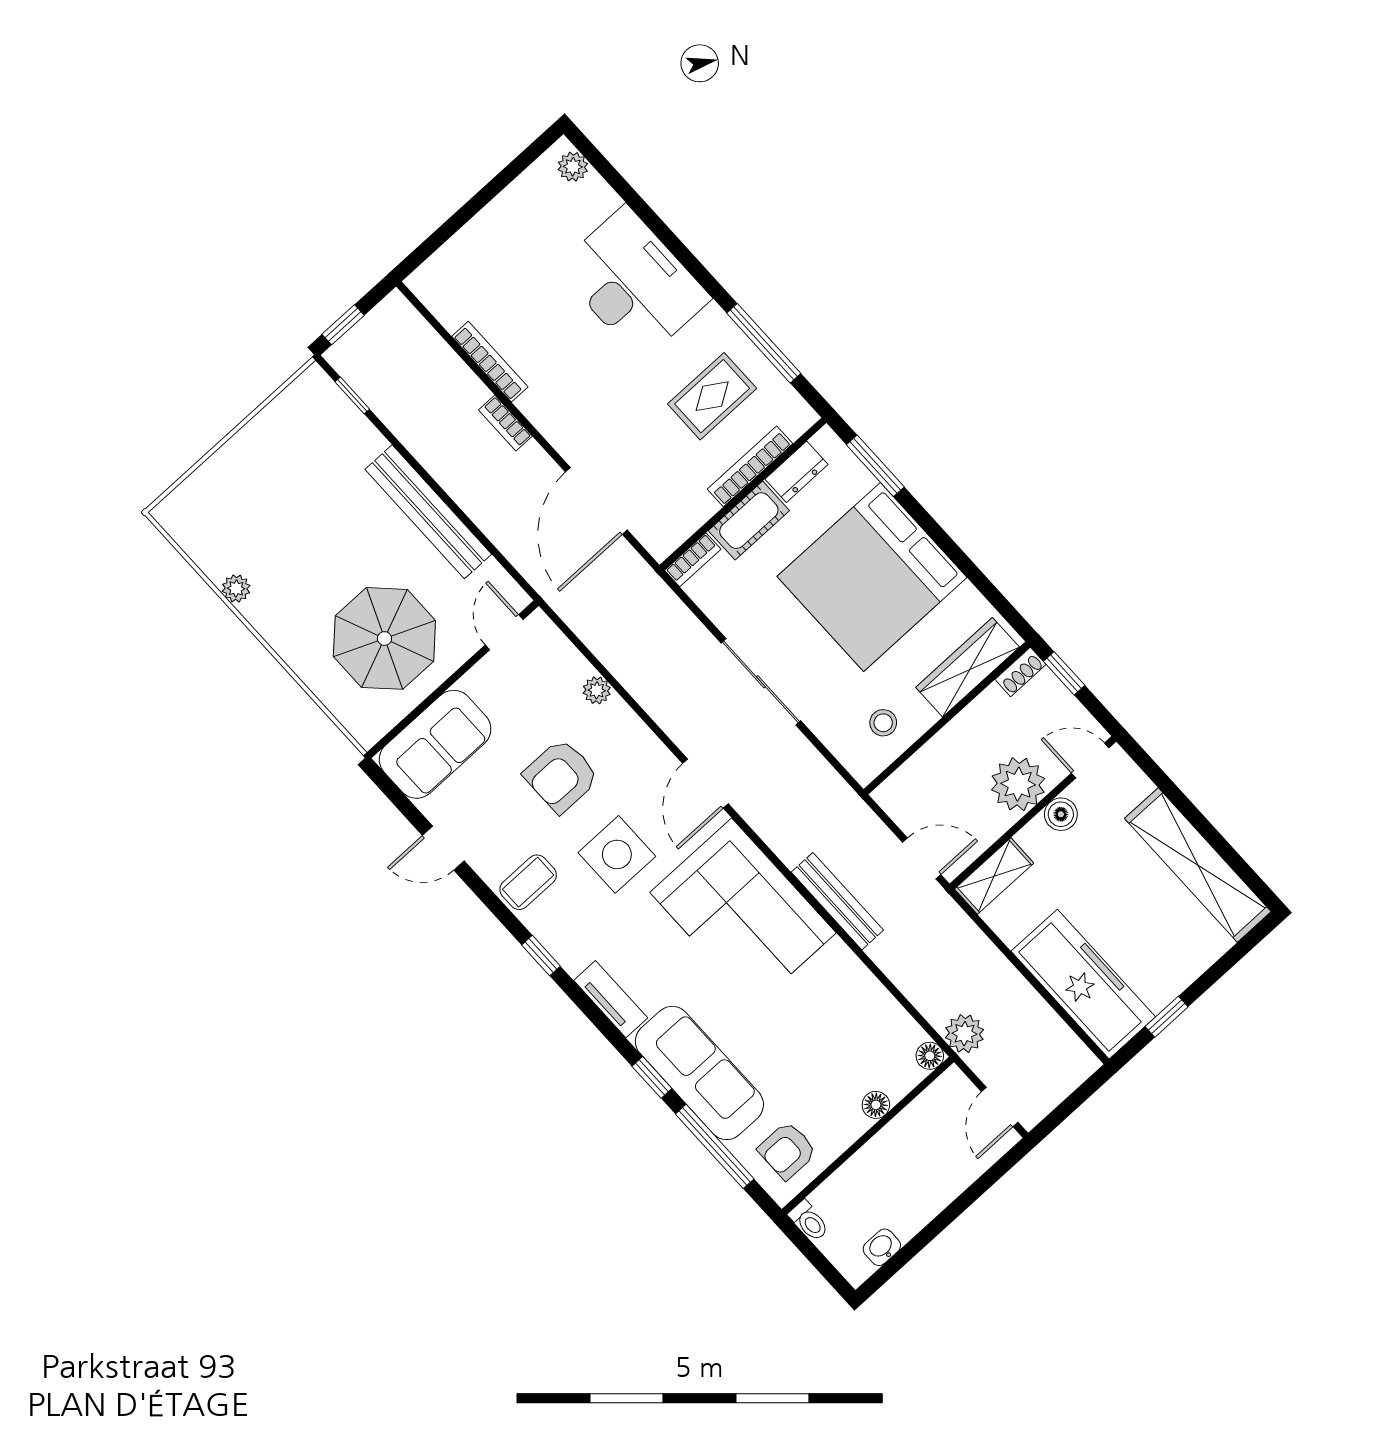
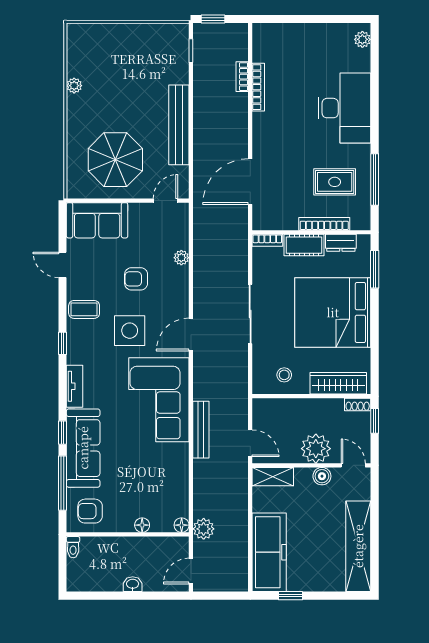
bookcase: (505, 423) -> (242, 77), moved
armchair: (561, 776) -> (136, 279), width x0.72, depth x0.72
washbasin: (882, 1247) -> (133, 584), moved

